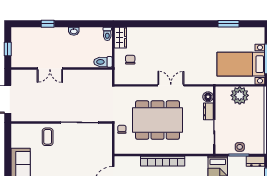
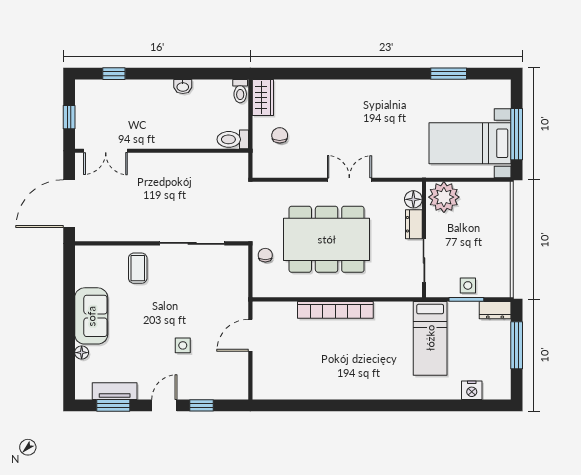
window: (48, 24) -> (114, 74), moved
double door: (50, 69) -> (106, 151), moved
plant: (240, 95) -> (444, 197), moved

